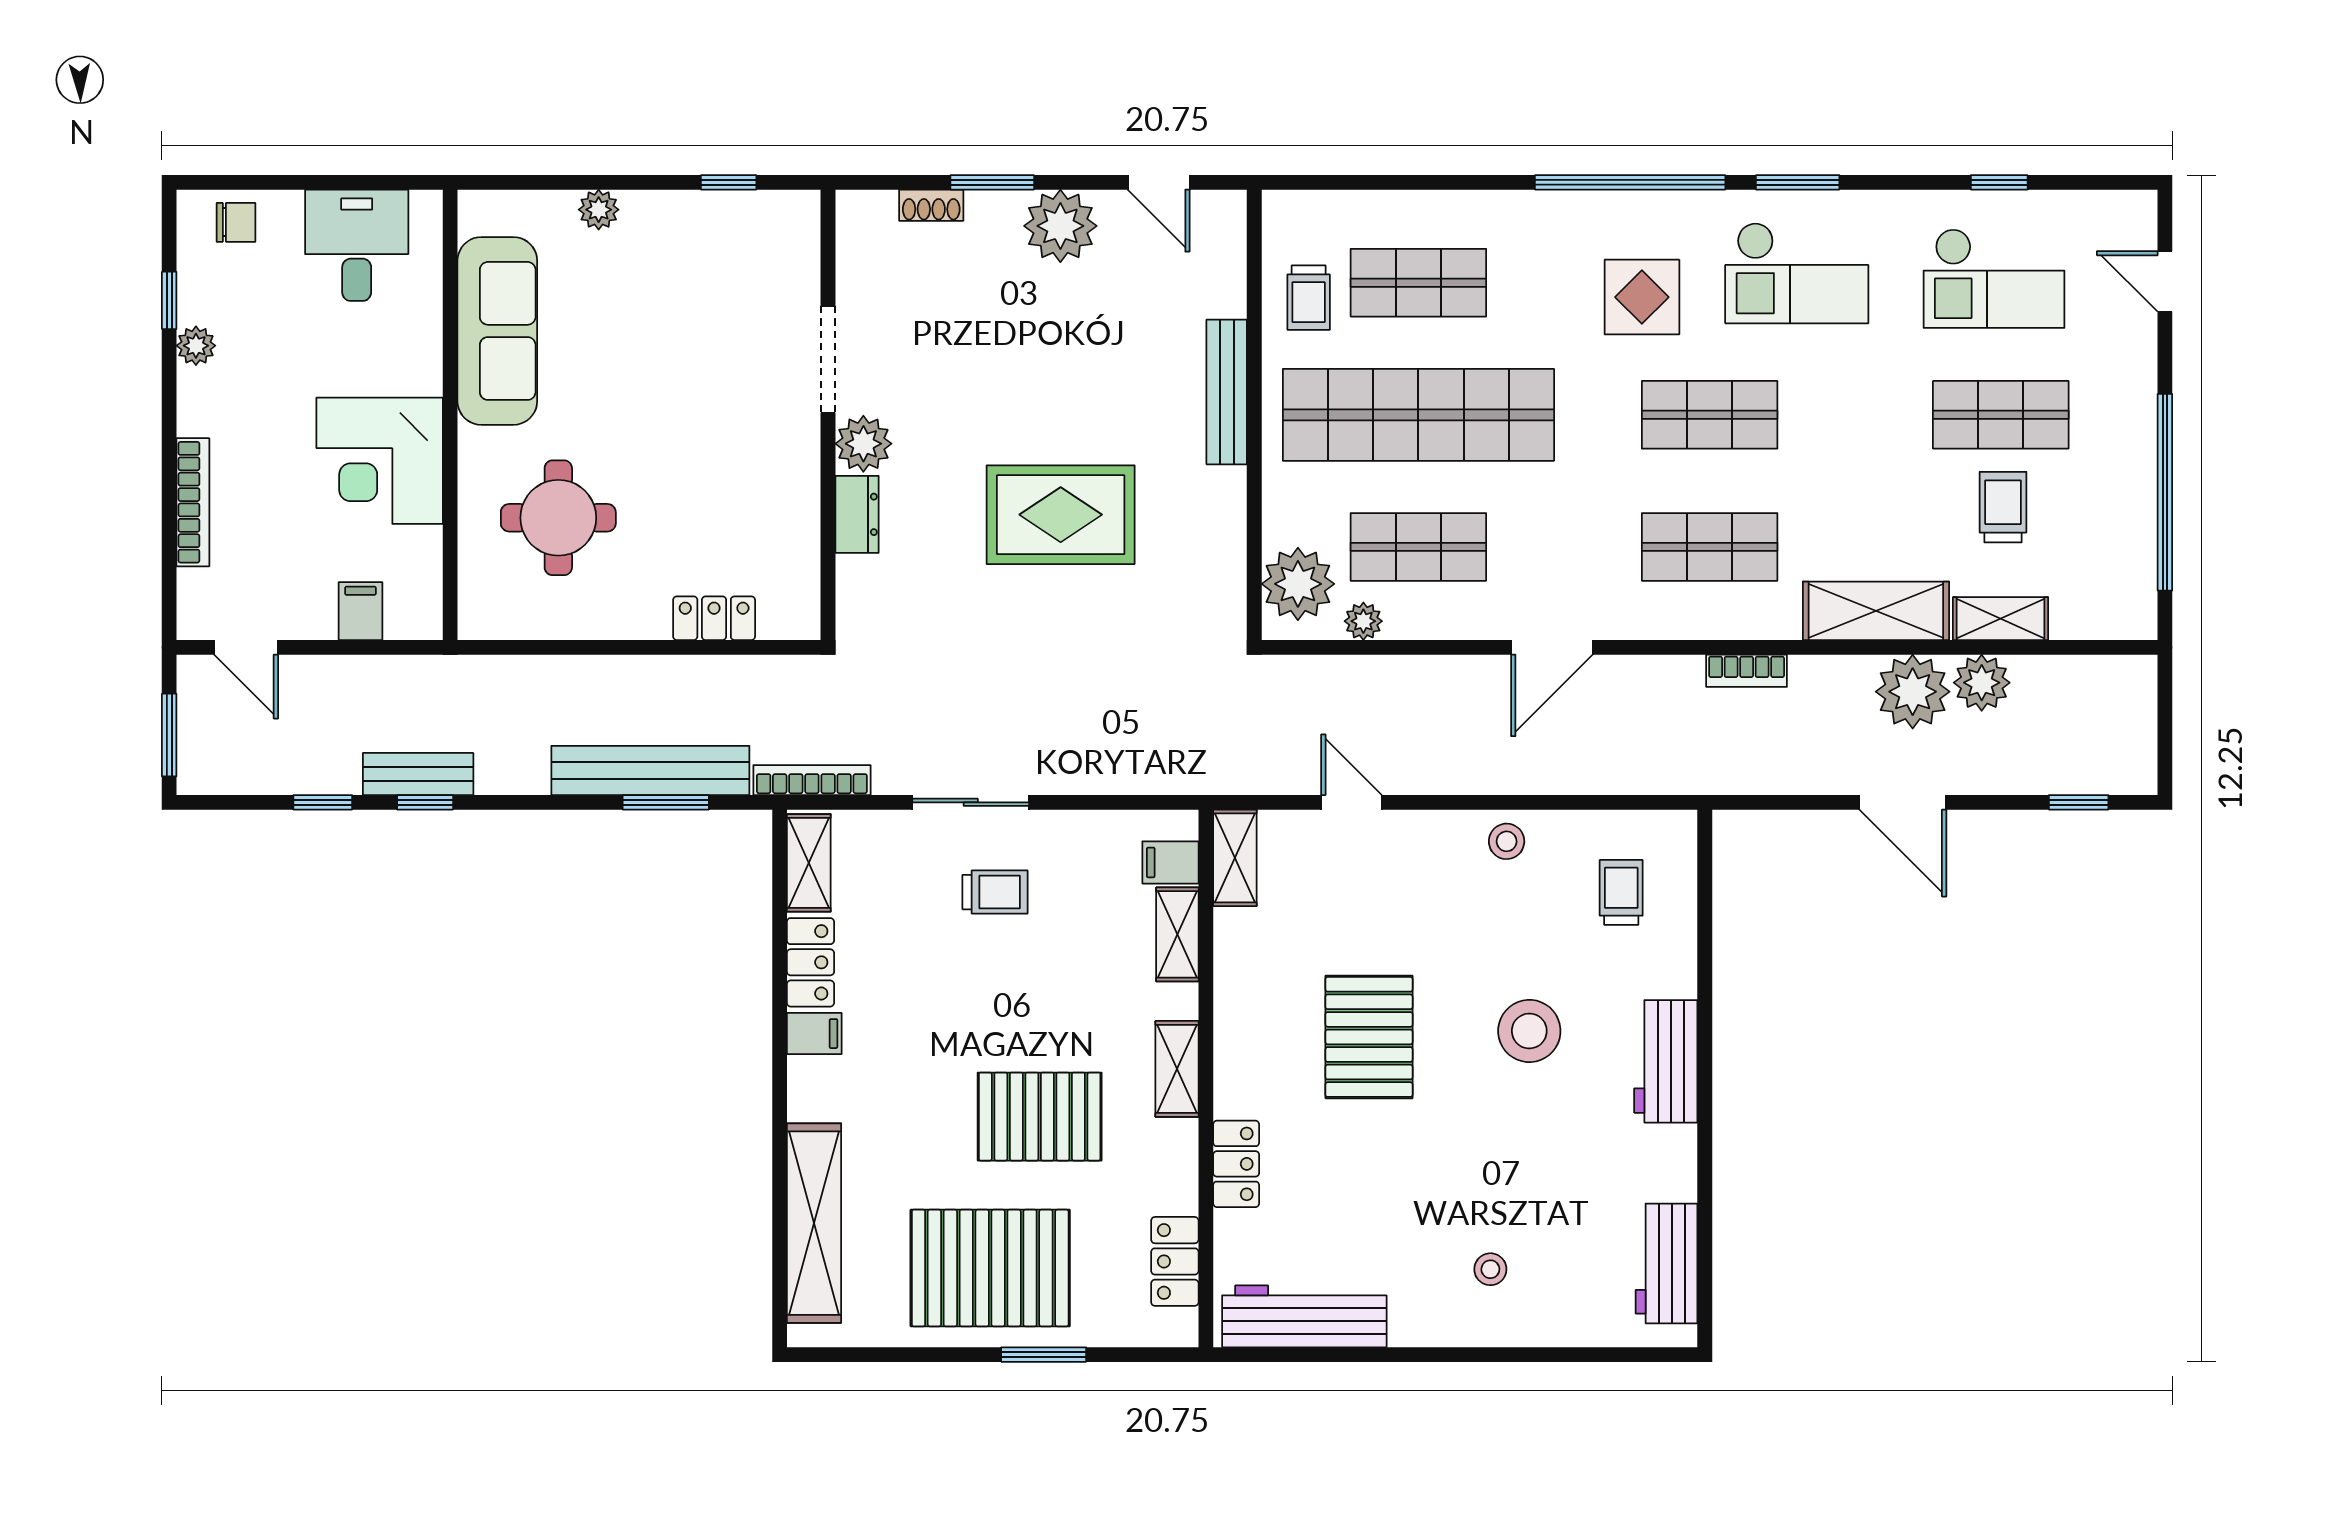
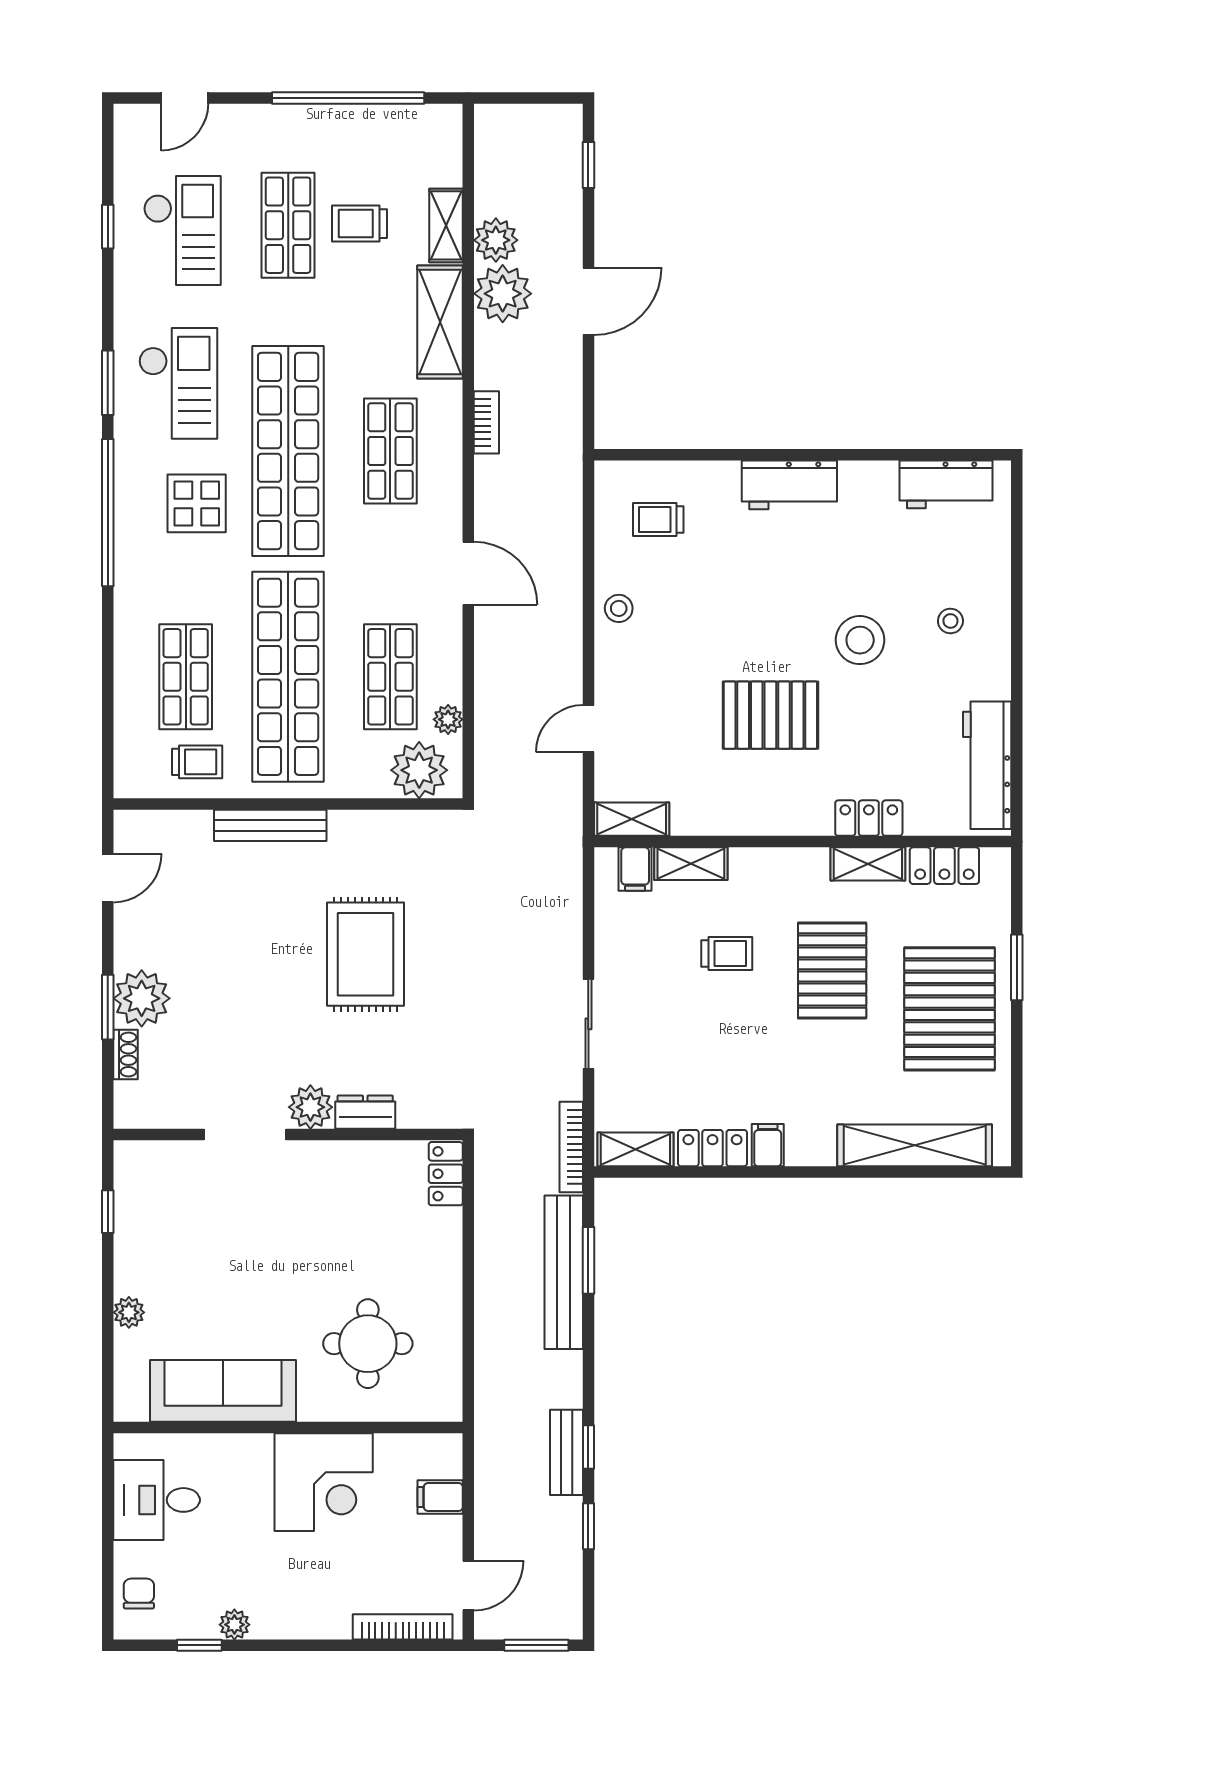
plant: (1060, 226) -> (142, 998), moved
shop shelf: (1710, 415) -> (288, 451), width x2.00, depth x1.36
bookcase: (193, 502) -> (403, 1627), moved
locker: (714, 618) -> (446, 1174), moved
trolley: (995, 892) -> (727, 953), moved, turned 90
stool: (1529, 1031) -> (860, 640), moved
shelving: (1177, 1069) -> (868, 864), moved

